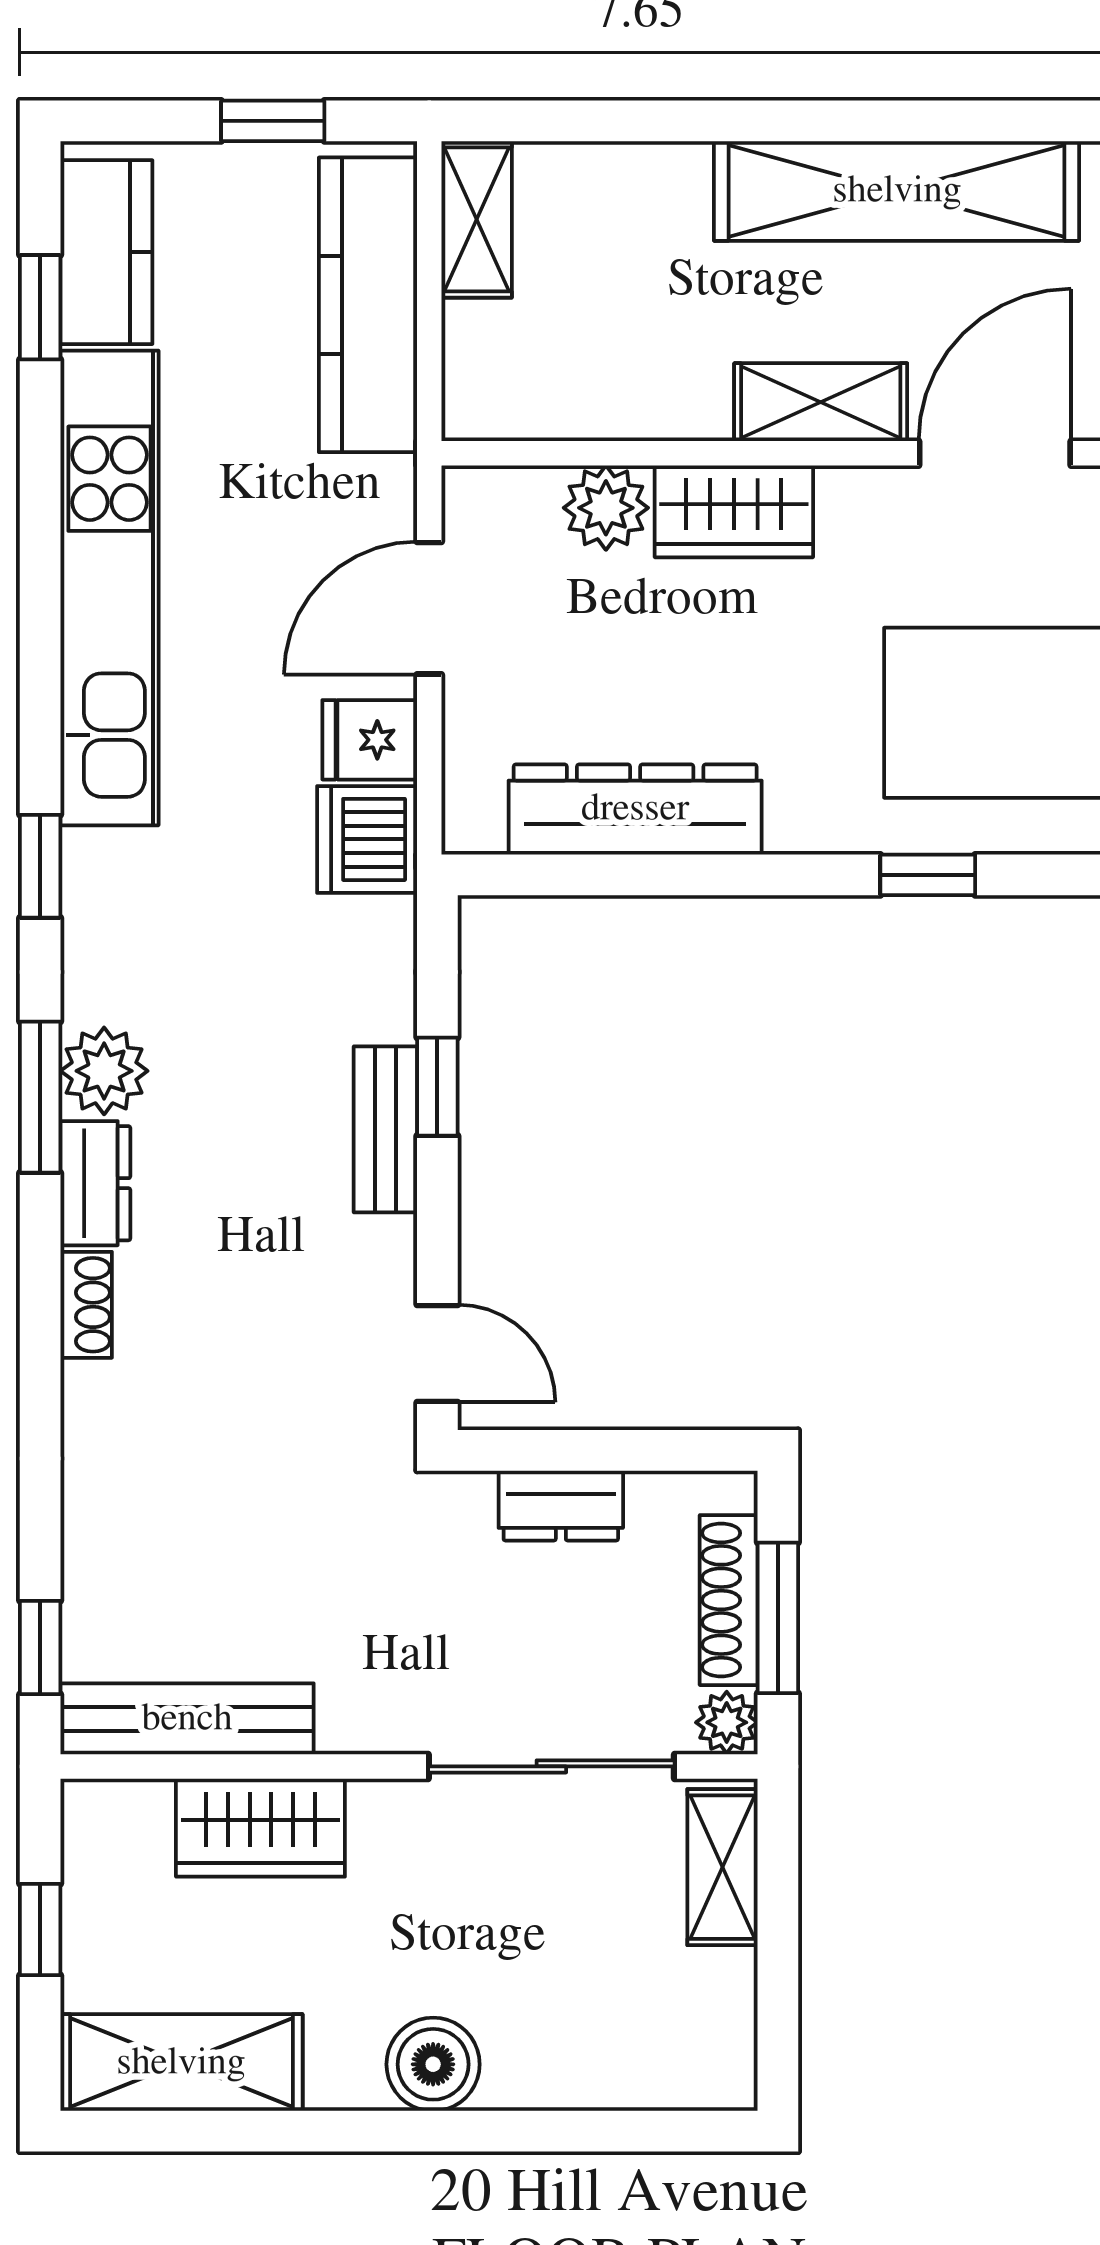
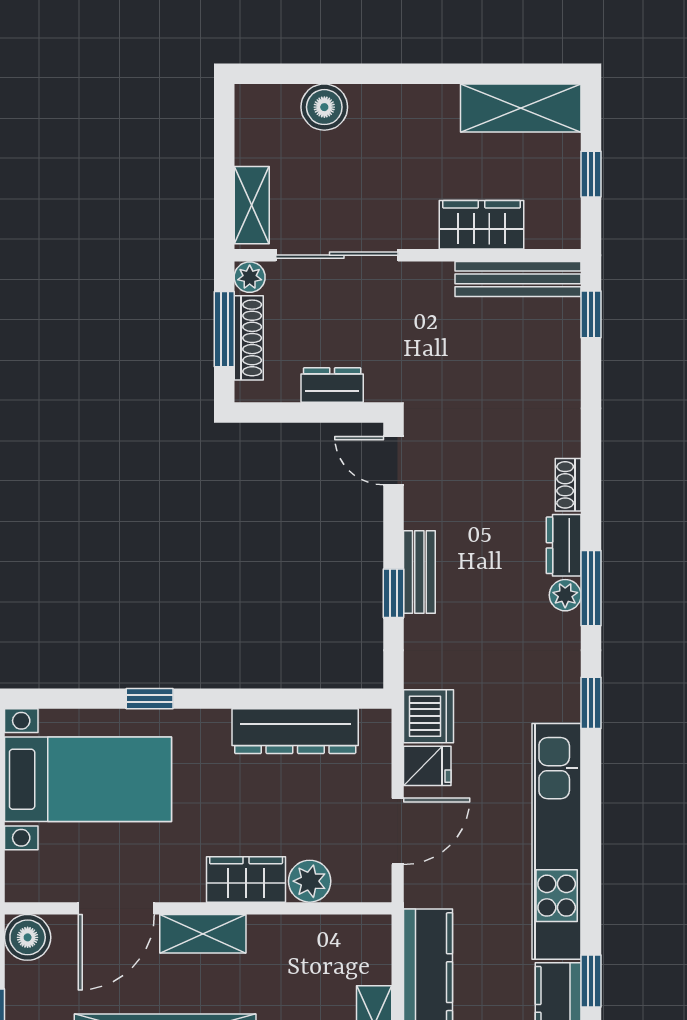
plant: (104, 1071) -> (565, 595), width x0.73, depth x0.73
boiler: (433, 2064) -> (324, 107), moved

